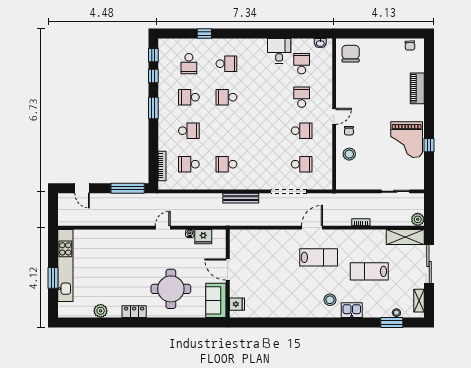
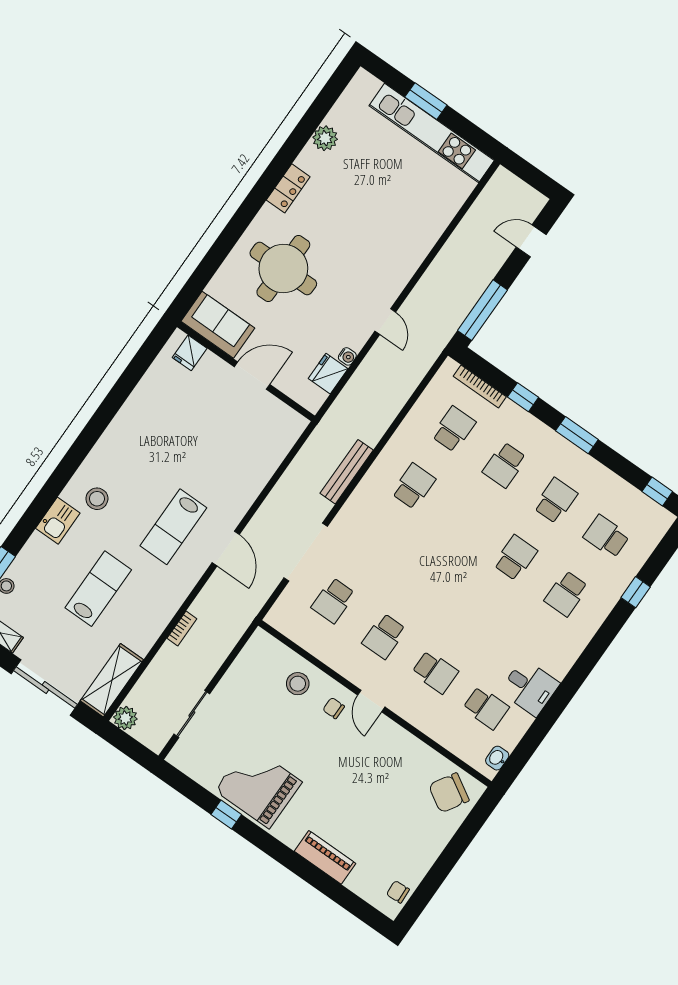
chair: (351, 54) -> (449, 793), turned 121
window: (153, 76) -> (523, 397), moved

